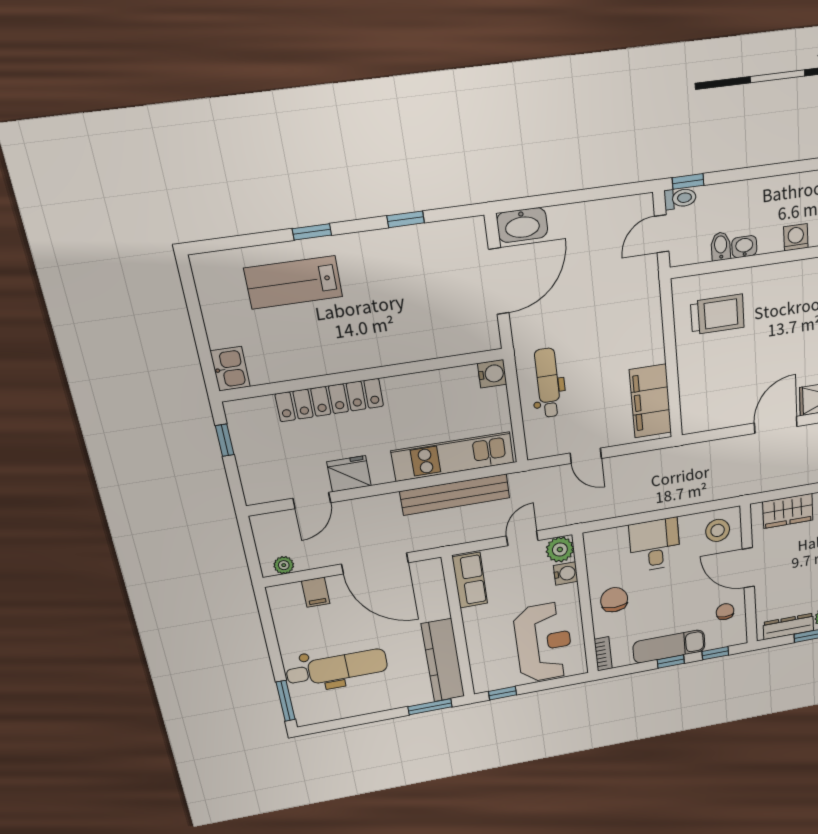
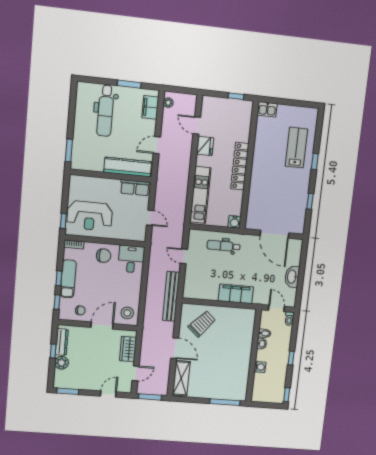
window: (688, 181) -> (291, 358), moved
washbasin: (522, 225) -> (292, 277), moved
trolley: (717, 314) -> (202, 324), moved, turned -138
dental chair: (548, 383) -> (224, 246), turned 180
locker: (330, 400) -> (240, 166), moved
filing cabinet: (651, 401) -> (236, 294), moved
door: (586, 456) -> (184, 256), hinge flipped
bench: (455, 495) -> (171, 296), moved
desk: (655, 545) -> (131, 259), moved, turned -90
plant: (560, 550) -> (139, 234), removed
door: (375, 563) -> (157, 145), width x0.53
water cooler: (566, 573) -> (125, 235), removed
filing cabinet: (316, 592) -> (150, 107), width x2.00
kitchen counter: (443, 660) -> (128, 167), moved
window: (503, 693) -> (63, 221), moved
window: (286, 701) -> (129, 84), moved

